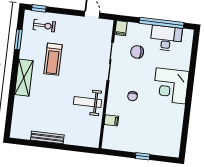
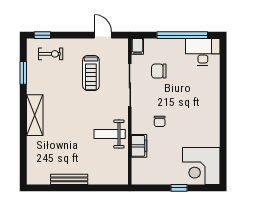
desk: (166, 38) -> (203, 52), moved
treadmill: (53, 59) -> (91, 73), moved
corner desk: (171, 86) -> (201, 166), moved
filing cabinet: (111, 120) -> (139, 146), width x2.00

